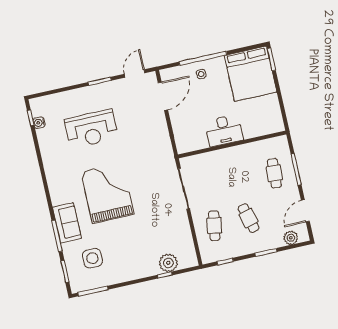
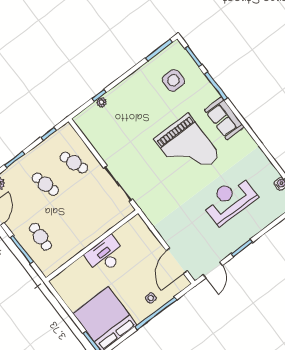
sofa: (67, 223) -> (224, 118), moved
cafe table: (214, 226) -> (74, 163), turned -30
plant: (168, 263) -> (102, 102), width x0.53, depth x0.53

